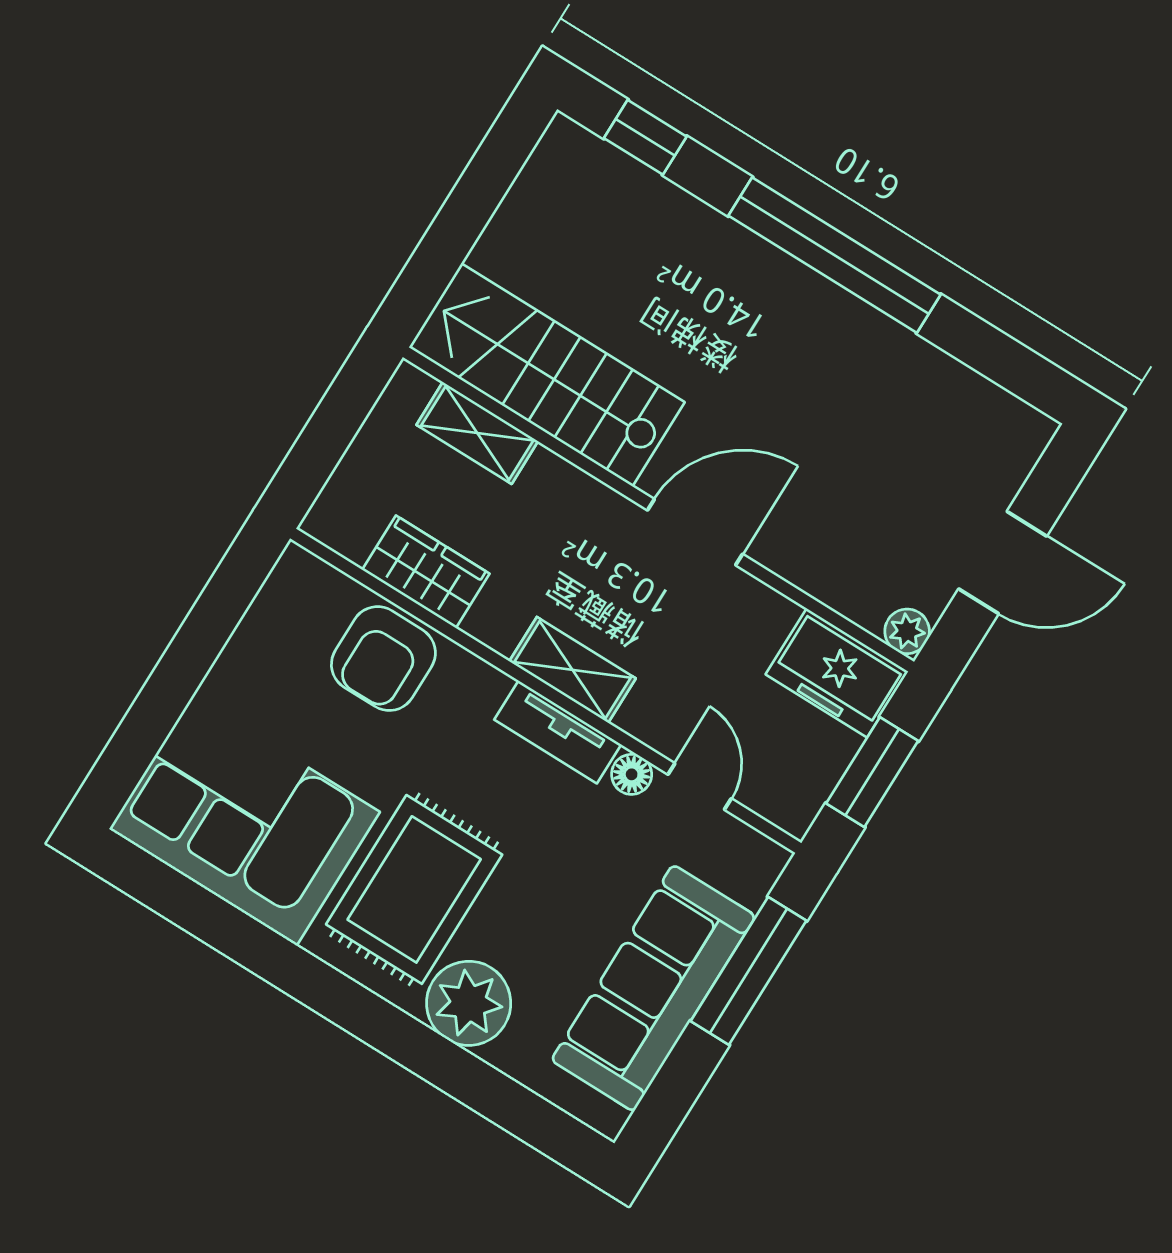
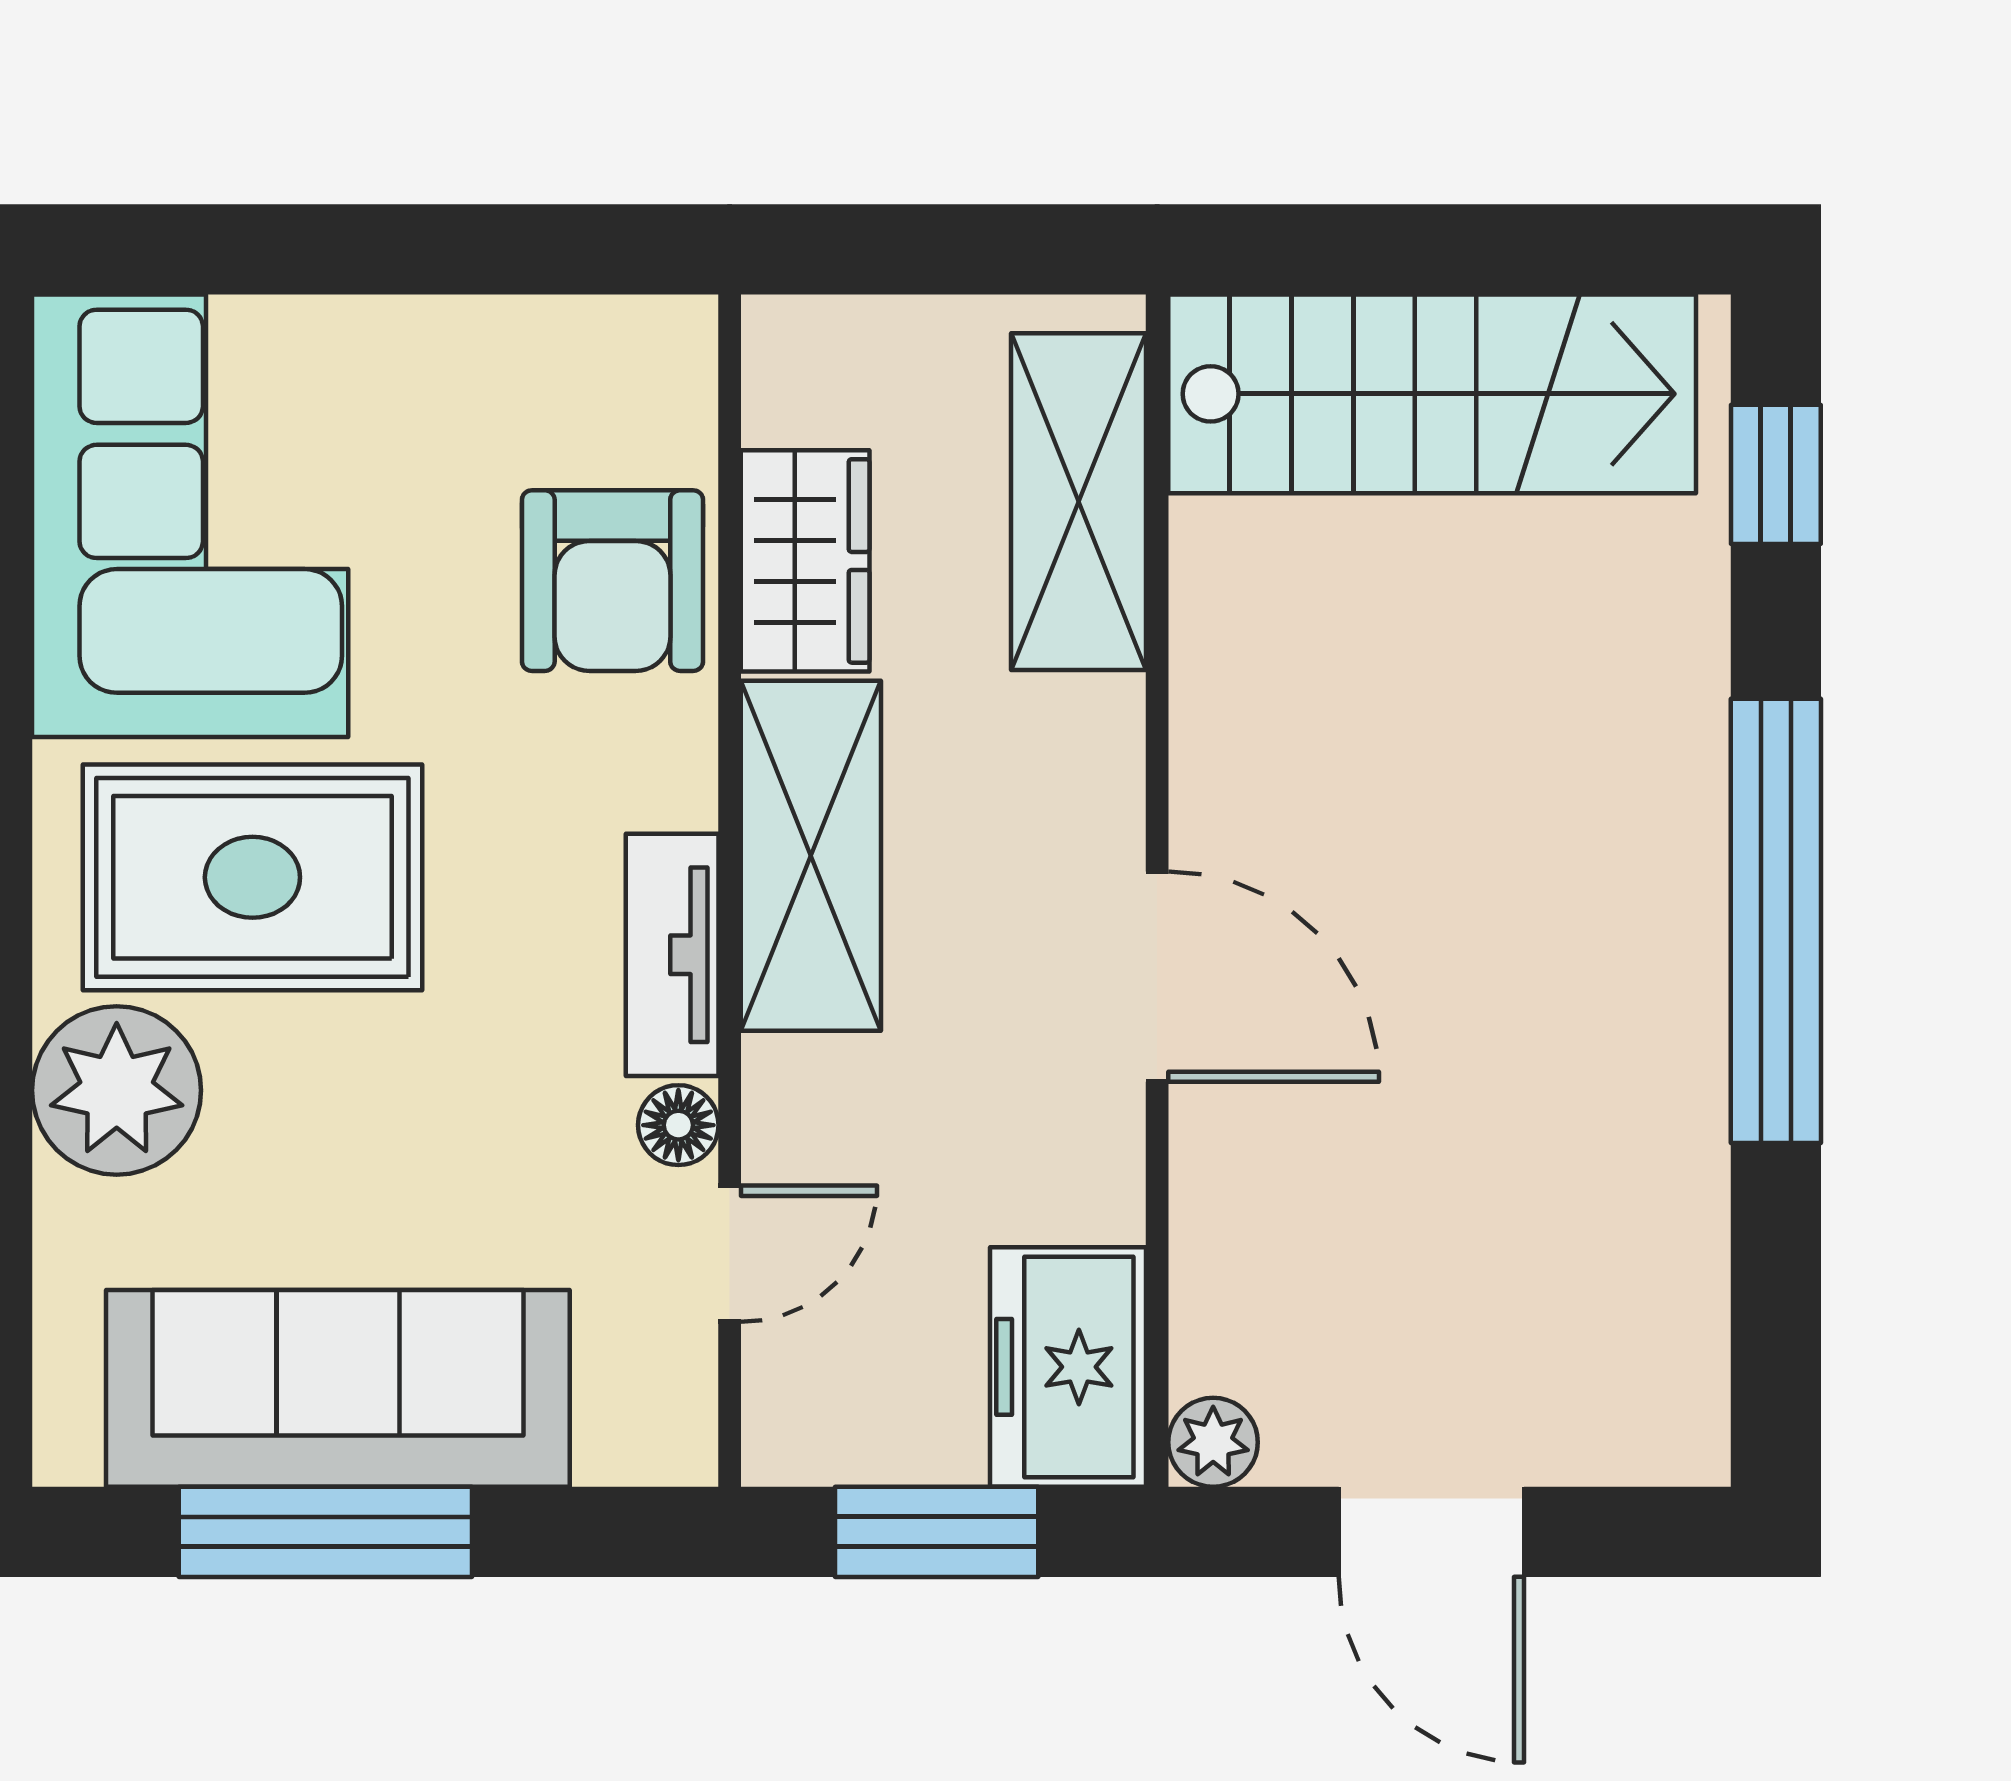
stairs: (547, 375) -> (1432, 394), moved, turned 90
shelving: (477, 433) -> (1079, 502), width x1.50, depth x1.33
armchair: (383, 659) -> (612, 581), turned -90
shelving: (572, 670) -> (811, 856), width x1.50, depth x1.33
window: (748, 971) -> (325, 1532), moved

